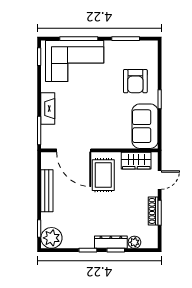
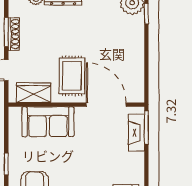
fireplace: (48, 109) -> (136, 133), moved
sofa: (145, 126) -> (48, 122), moved, turned 90
bench: (47, 191) -> (137, 58), removed

